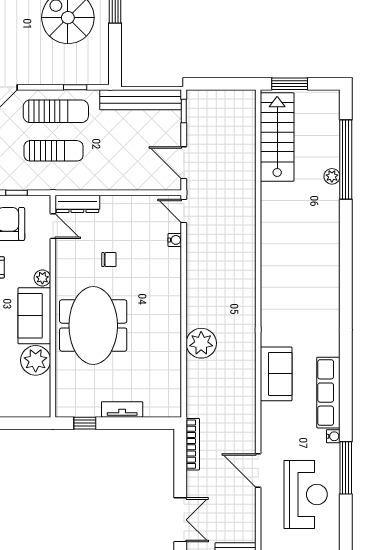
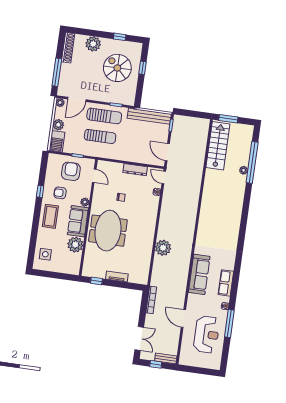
dresser: (77, 204) -> (135, 170), moved
sofa: (276, 374) -> (199, 274), width x1.36
row of seats: (328, 393) -> (226, 283), width x0.68

